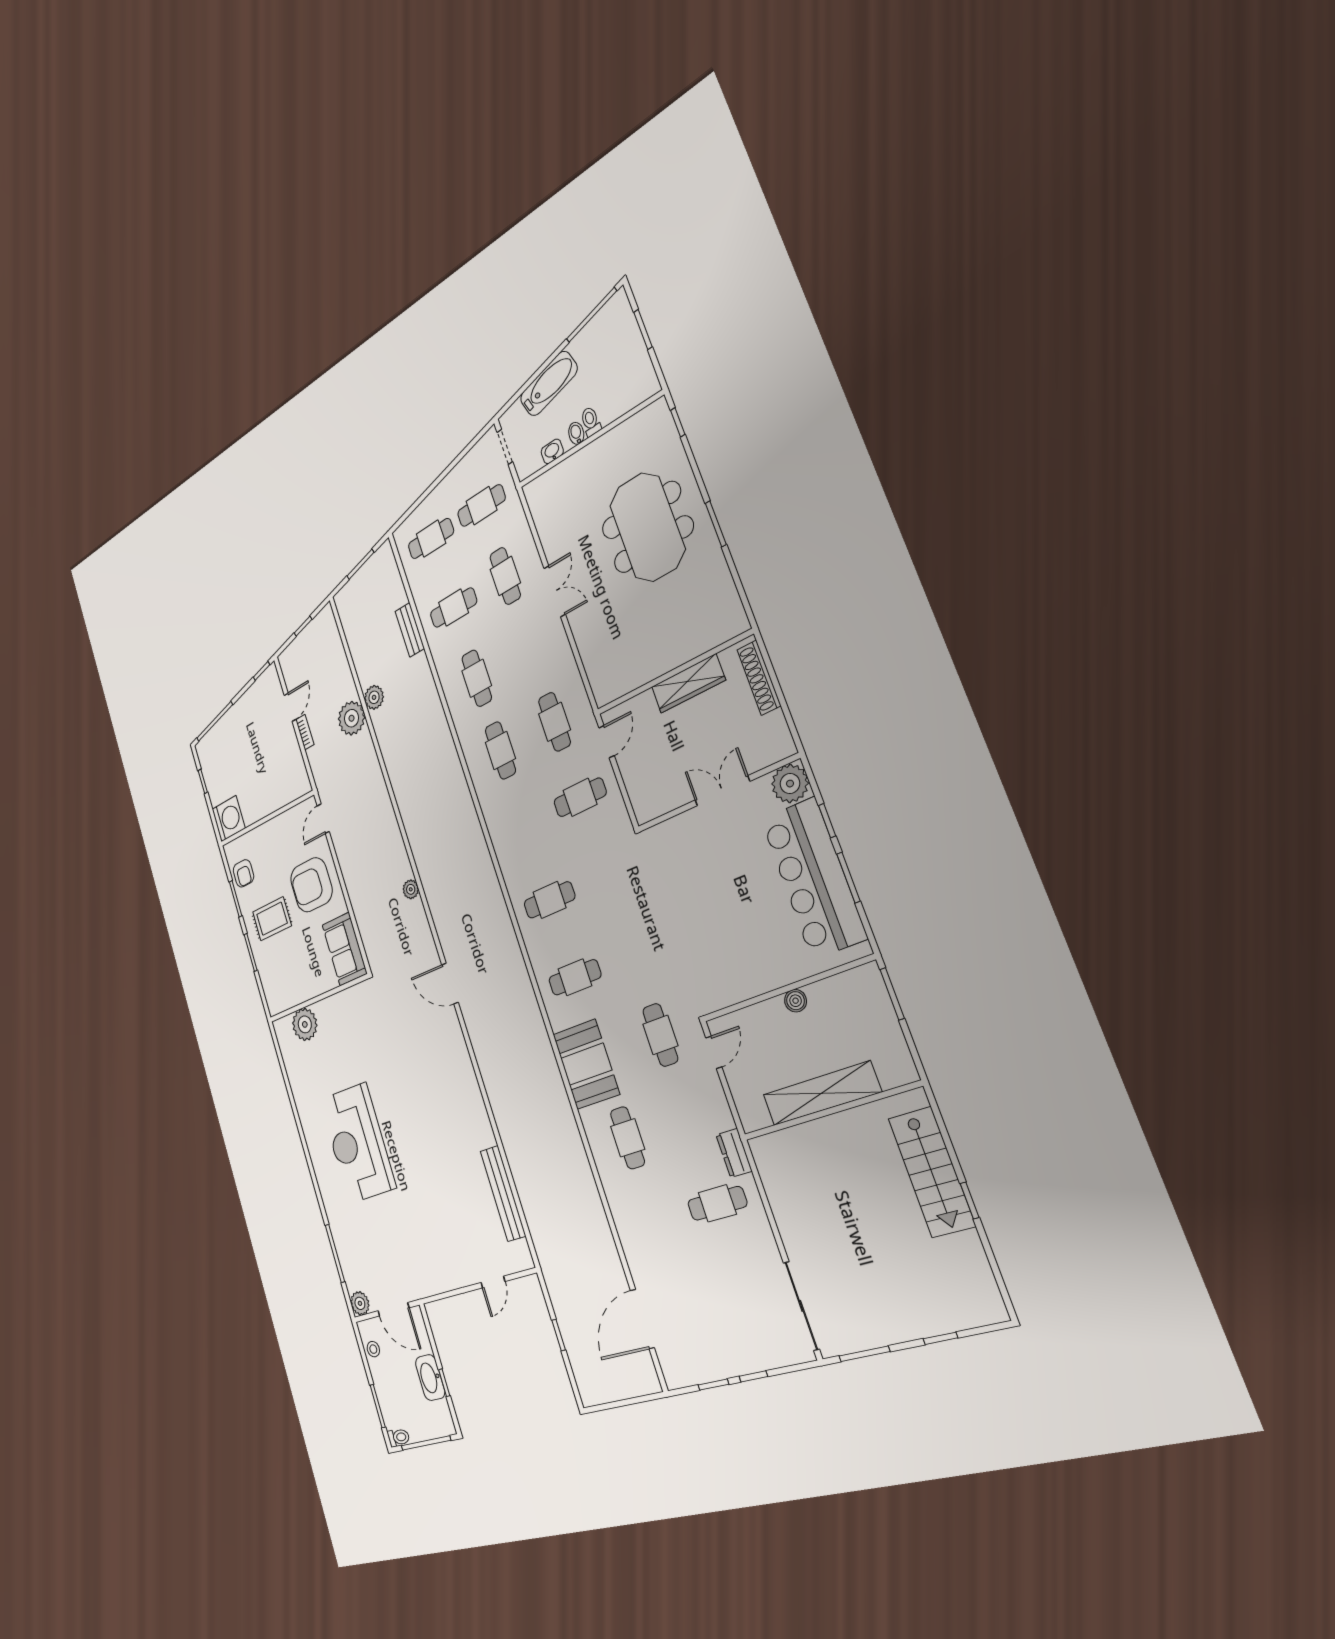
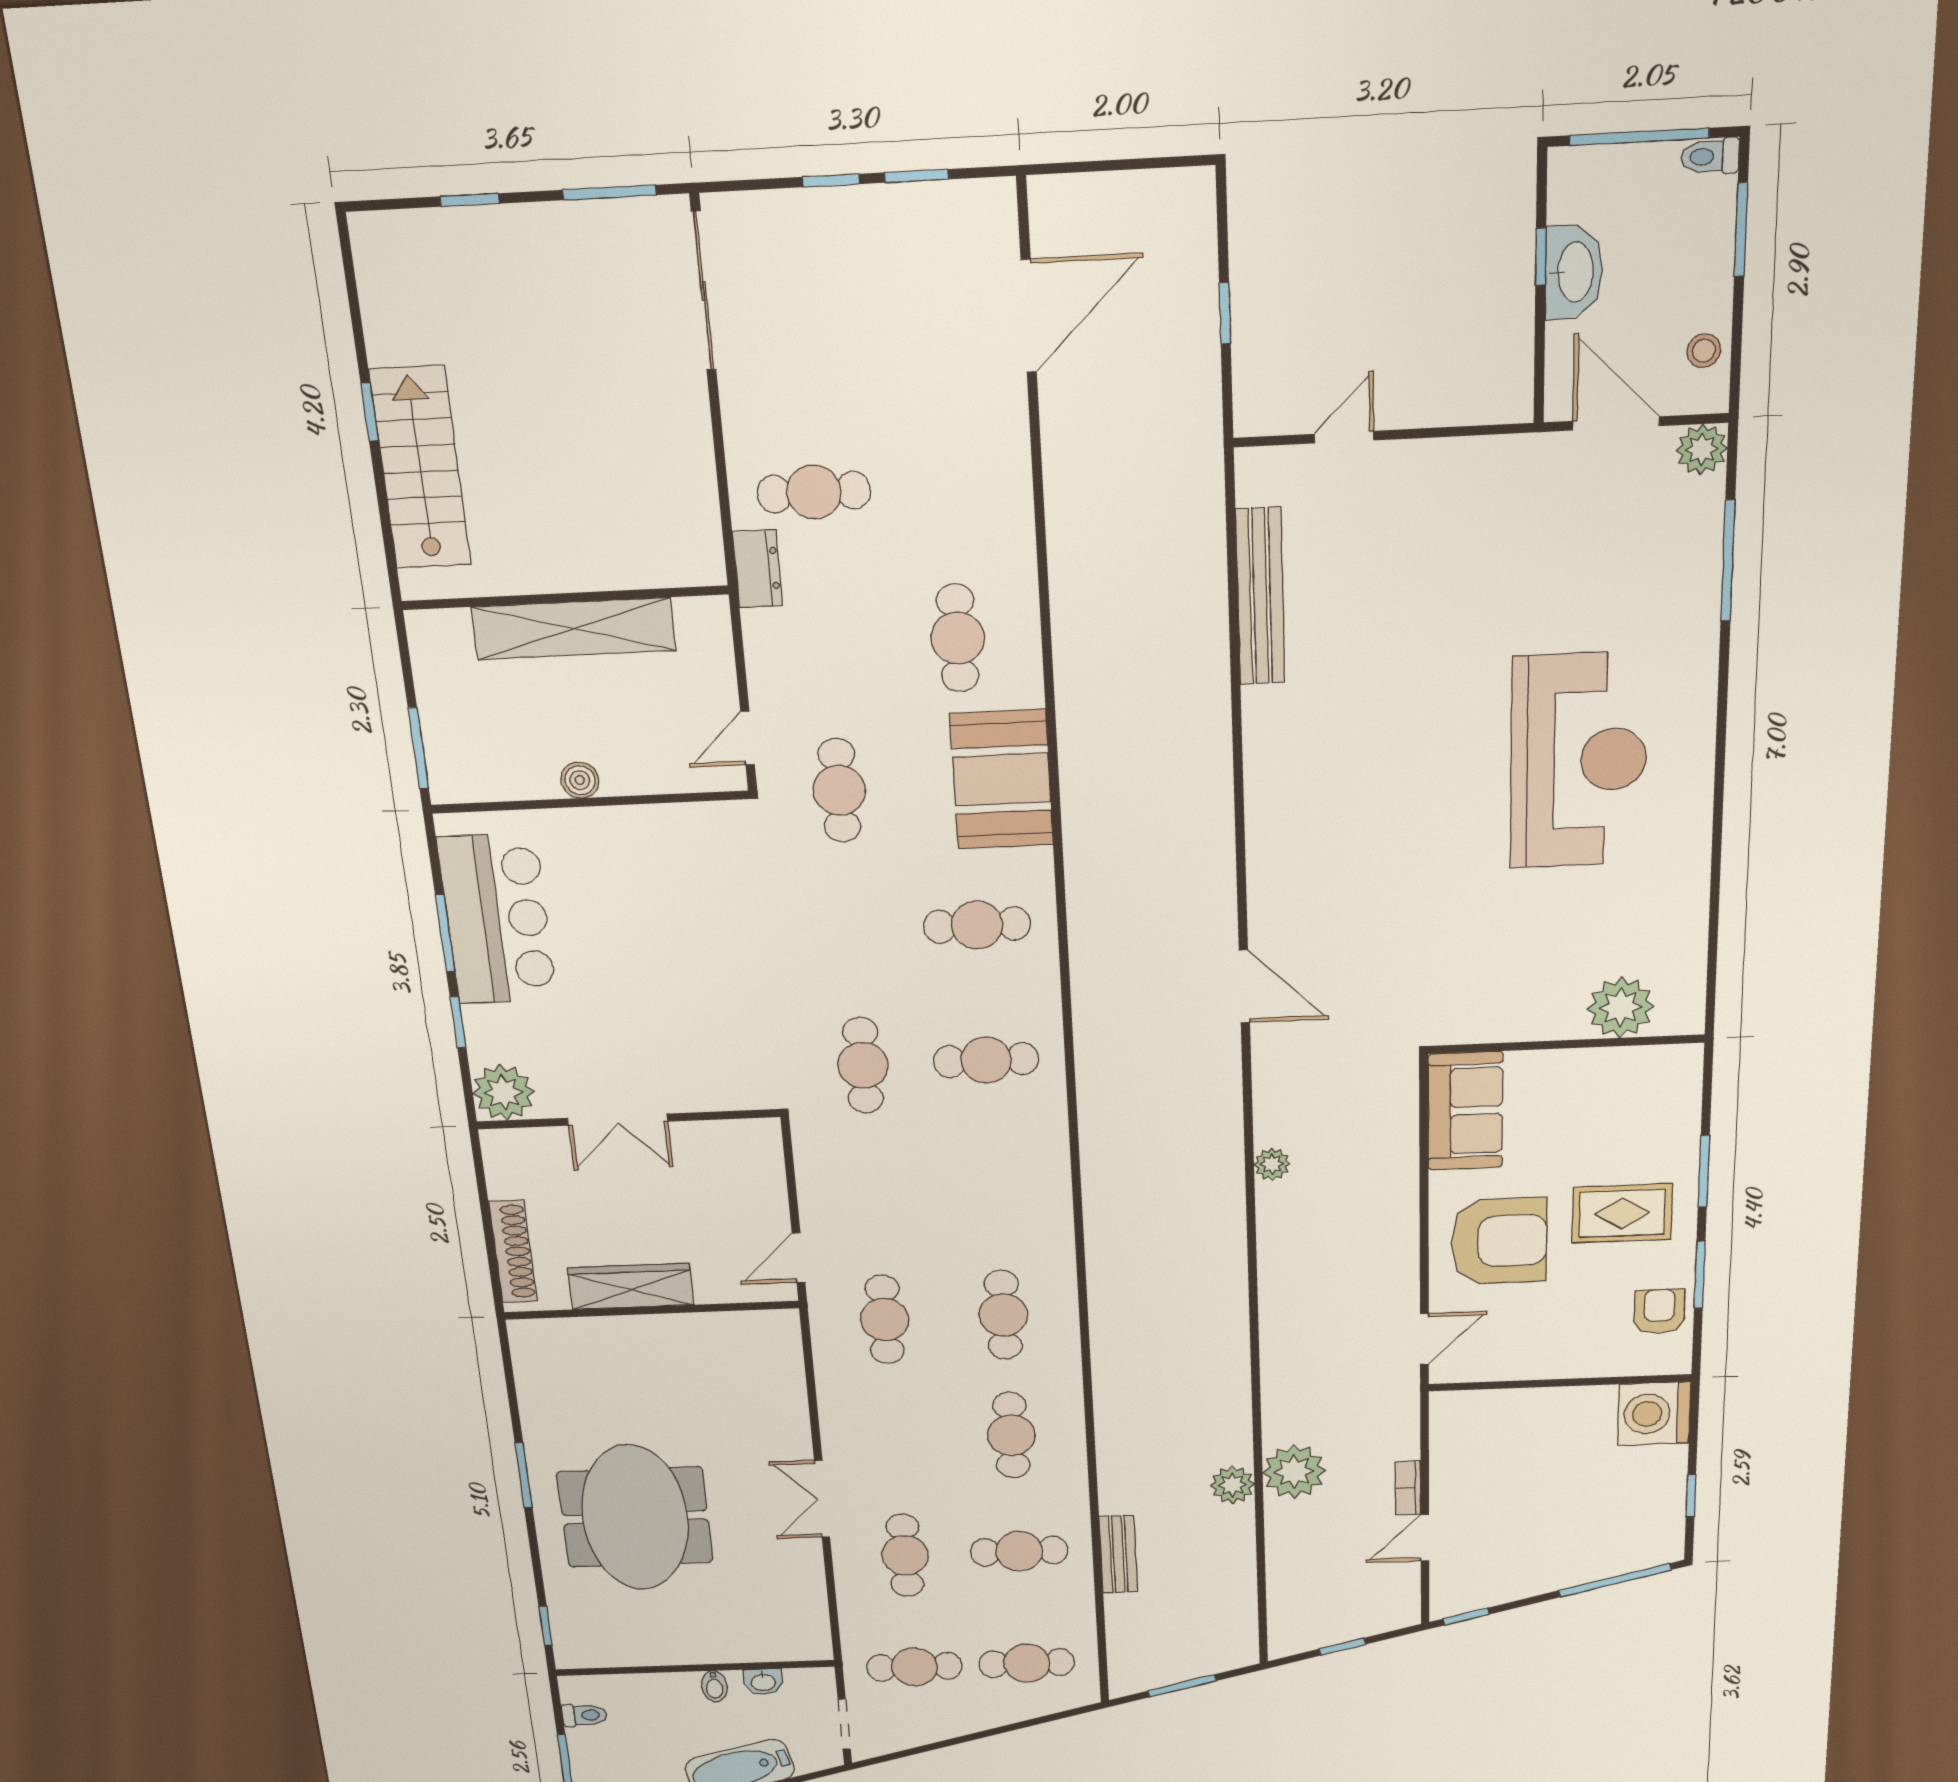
toilet: (591, 421) -> (584, 1715), moved, turned -90
cafe table: (580, 797) -> (863, 1065), moved, turned 90
bar counter: (813, 878) -> (497, 919), width x0.73

